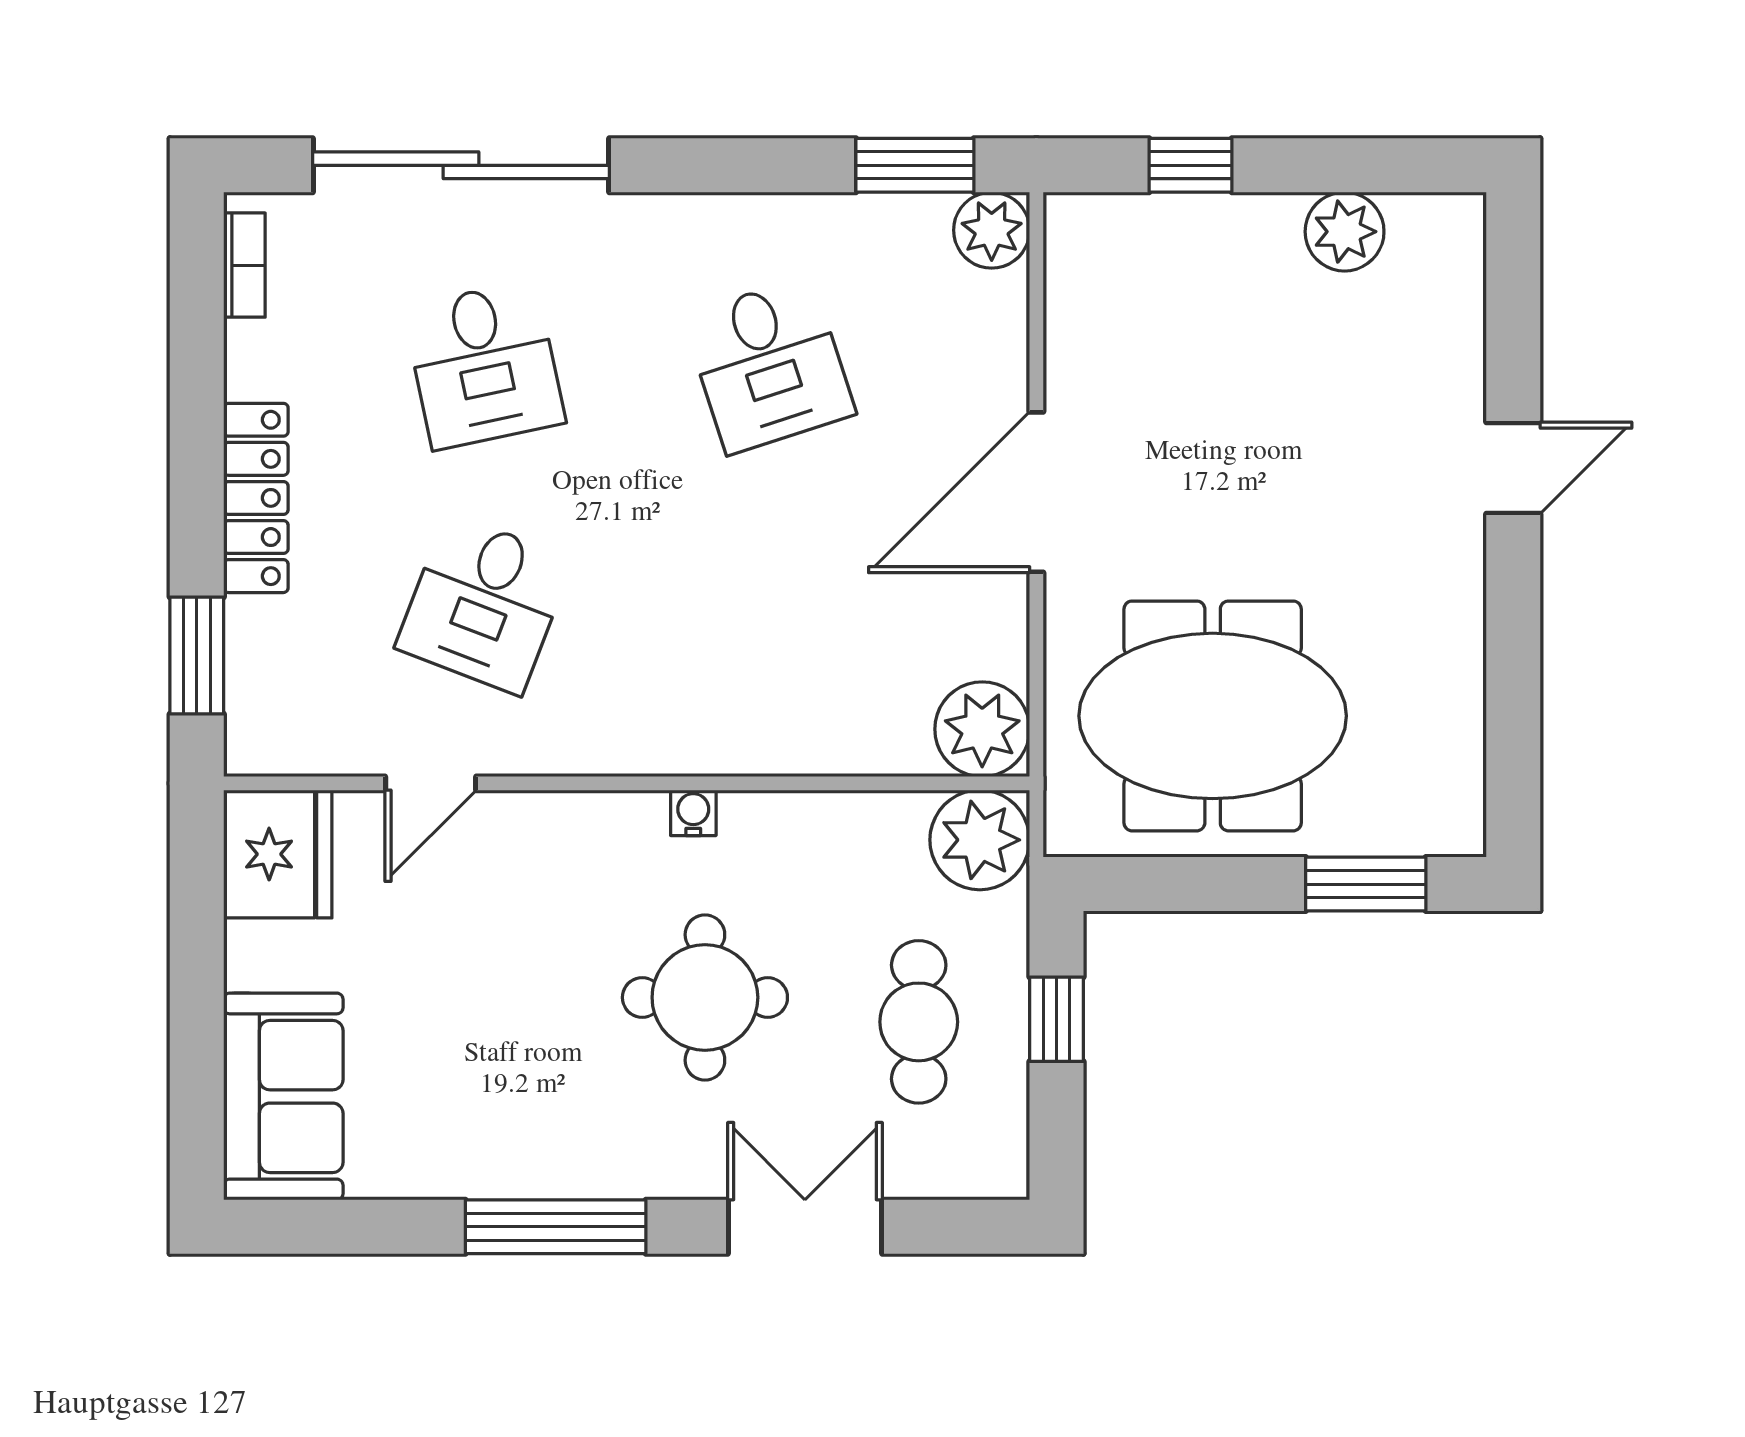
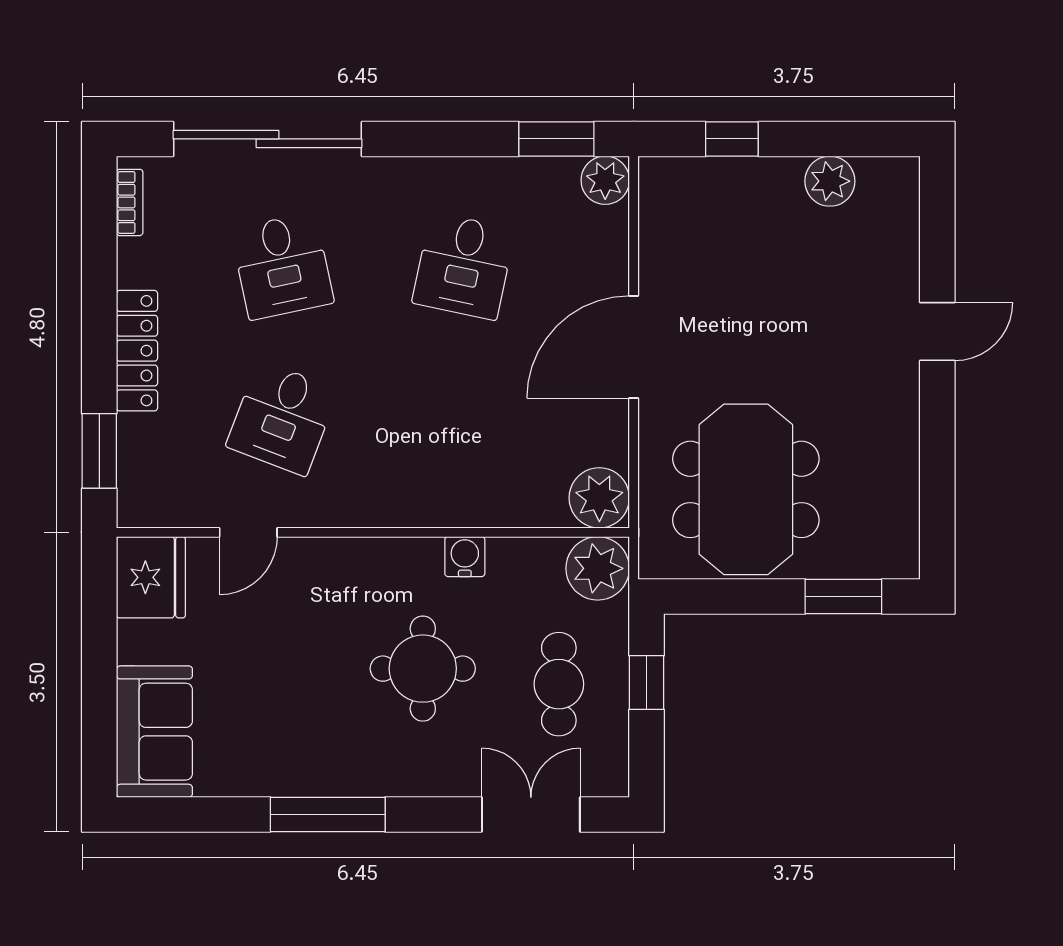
desk: (769, 365) -> (464, 266), turned 30
meeting table: (1213, 716) -> (746, 489), turned 90
water cooler: (693, 813) -> (465, 557), moved, width x1.38, depth x1.38
double door: (805, 1227) -> (531, 814), moved

